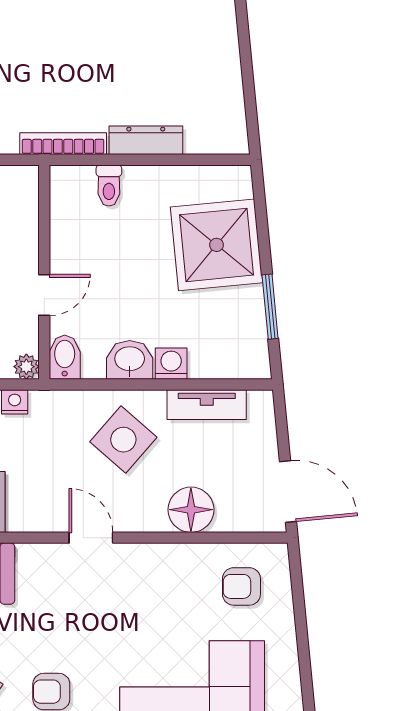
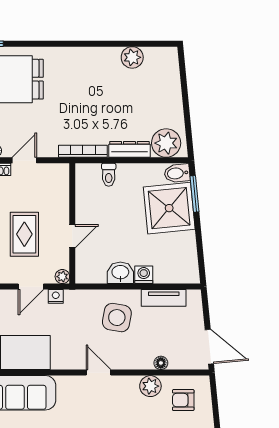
plant: (211, 129) -> (166, 143), added
window: (270, 307) -> (195, 194), moved
bidet: (65, 357) -> (177, 173), moved, turned -96
side table: (123, 440) -> (117, 318), turned -31
floor lamp: (191, 510) -> (161, 363), width x0.53, depth x0.53
plant: (183, 562) -> (150, 386), added

